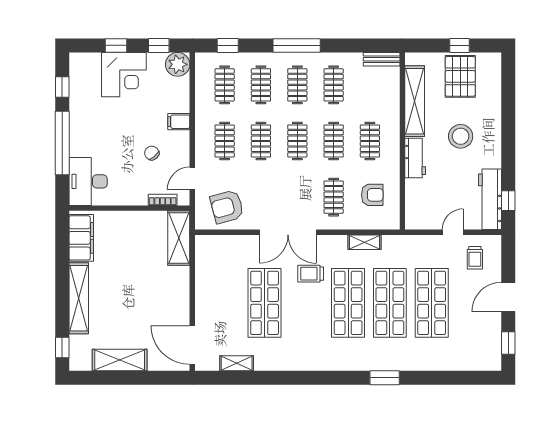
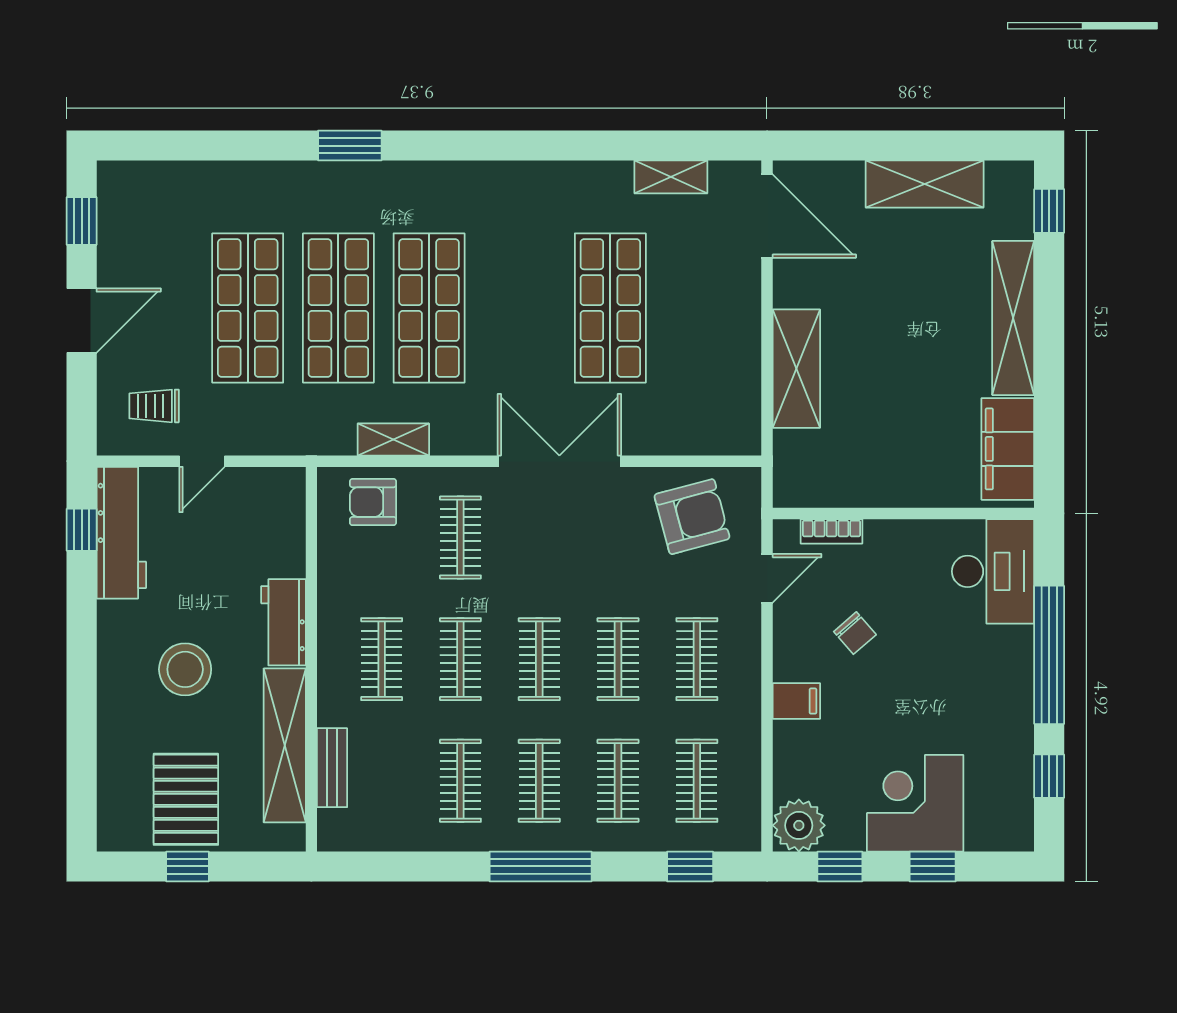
bench: (382, 59) -> (332, 768), moved, turned 90
armchair: (372, 195) -> (373, 502), moved
shelving: (179, 238) -> (796, 369), moved
trolley: (475, 258) -> (154, 406), turned -90
trolley: (311, 274) -> (510, 371), removed

